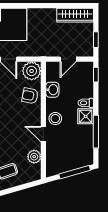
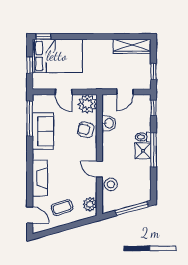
stool: (55, 119) -> (111, 184), moved
window: (96, 132) -> (154, 150), moved
plant: (34, 157) -> (90, 204), moved

